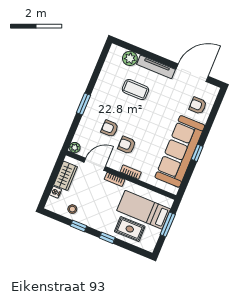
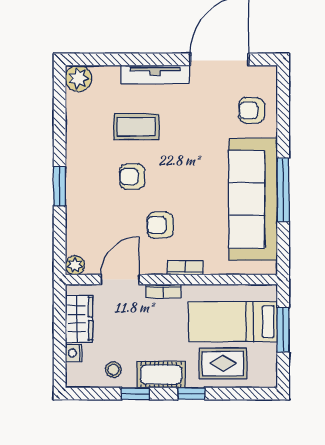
plant: (130, 58) -> (79, 78), moved
armchair: (110, 128) -> (132, 177), moved
window: (197, 153) -> (283, 190), width x2.17
cot: (96, 222) -> (161, 375), added

